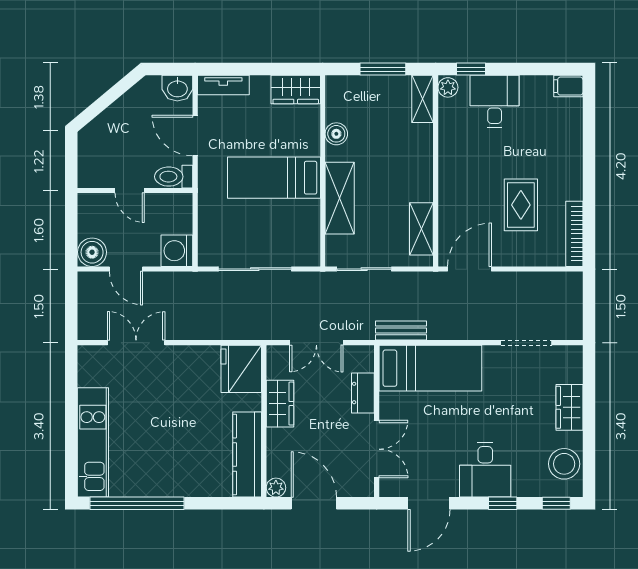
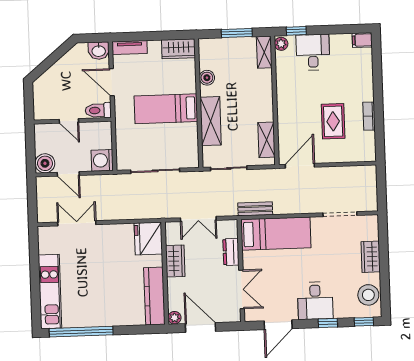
bookcase: (574, 234) -> (369, 116), moved, width x0.64

